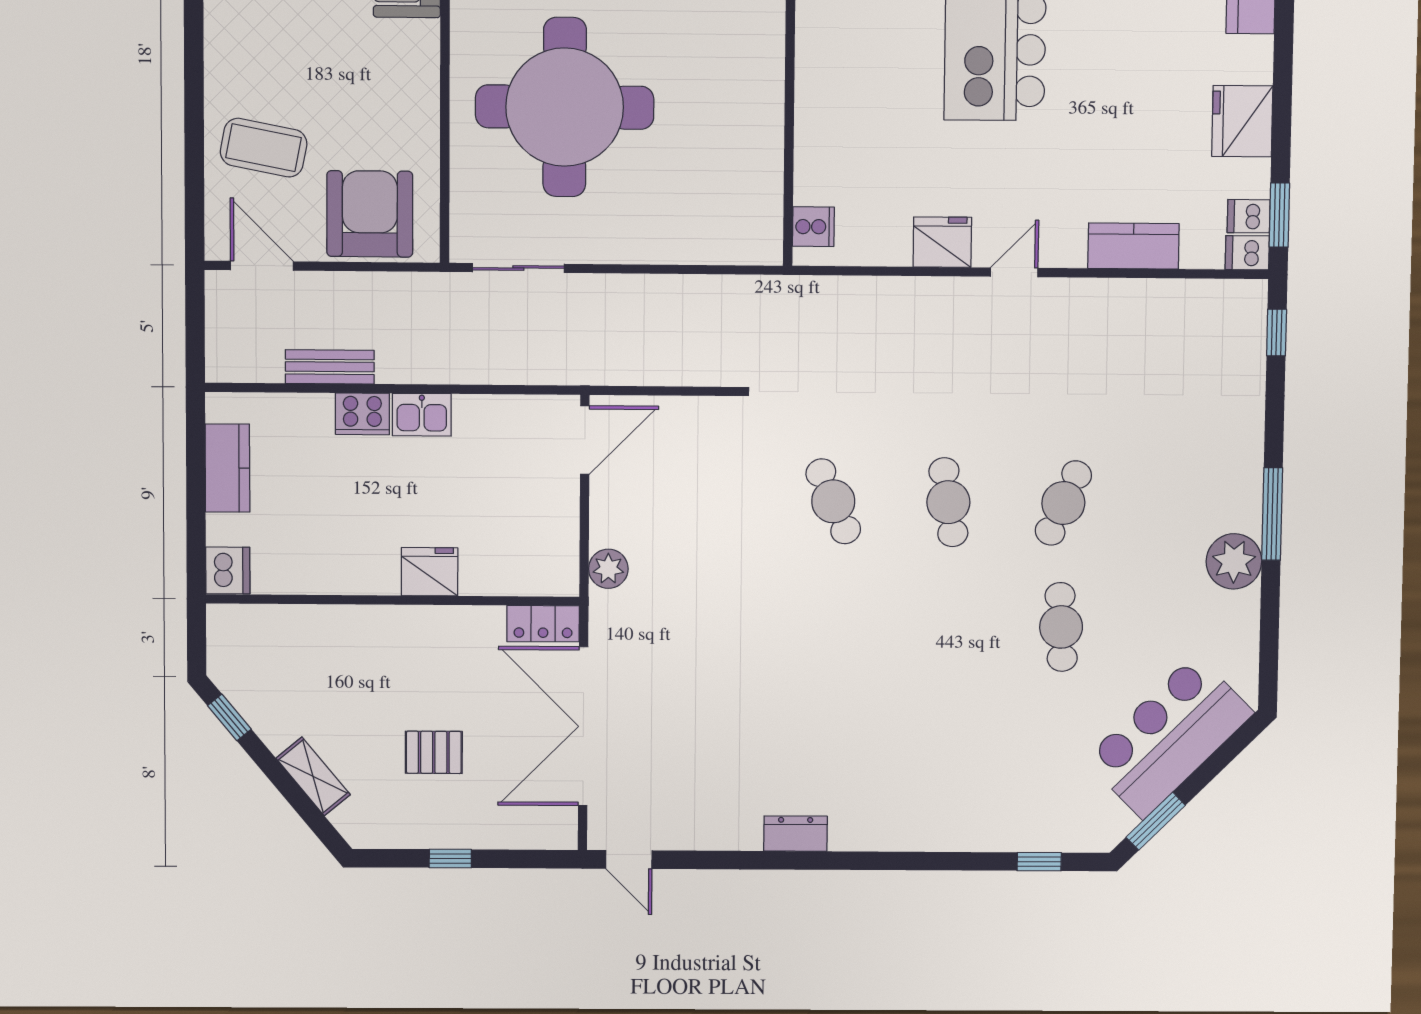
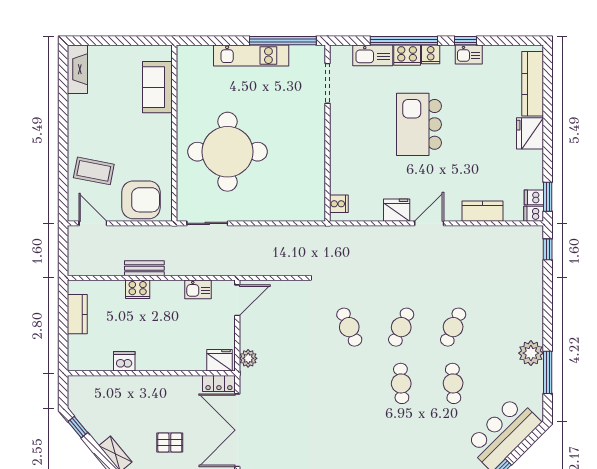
fridge: (1242, 121) -> (530, 133), moved
armchair: (370, 214) -> (141, 200), turned 90
door: (1014, 272) -> (429, 223), width x1.38
bench: (330, 367) -> (144, 268), moved
kitchen sink: (422, 415) -> (198, 289), moved
cafe table: (948, 502) -> (401, 327), turned 33
window: (1272, 514) -> (548, 372), moved
dishwasher: (228, 570) -> (124, 361), moved, turned -90
fridge: (430, 572) -> (219, 360), moved
cafe table: (946, 626) -> (401, 383), added

